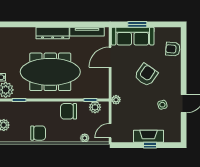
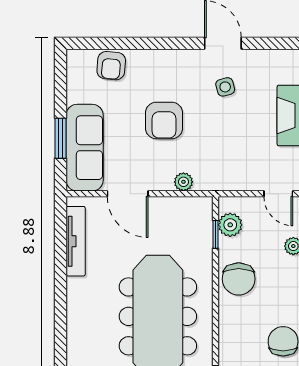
dresser: (53, 33) -> (78, 312), removed
armchair: (146, 75) -> (164, 120), turned -125
plant: (116, 100) -> (183, 182), moved

